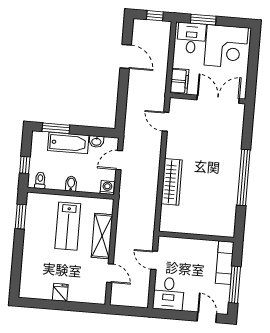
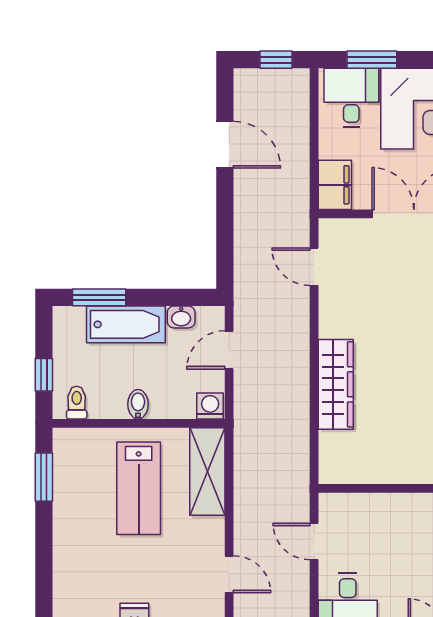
shelving: (102, 236) -> (207, 472), moved

